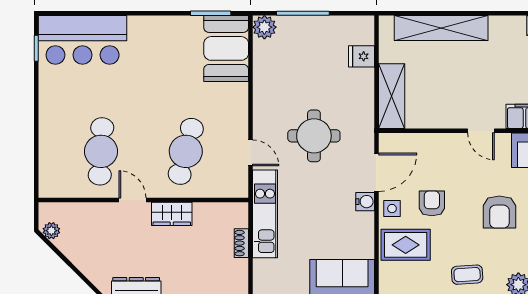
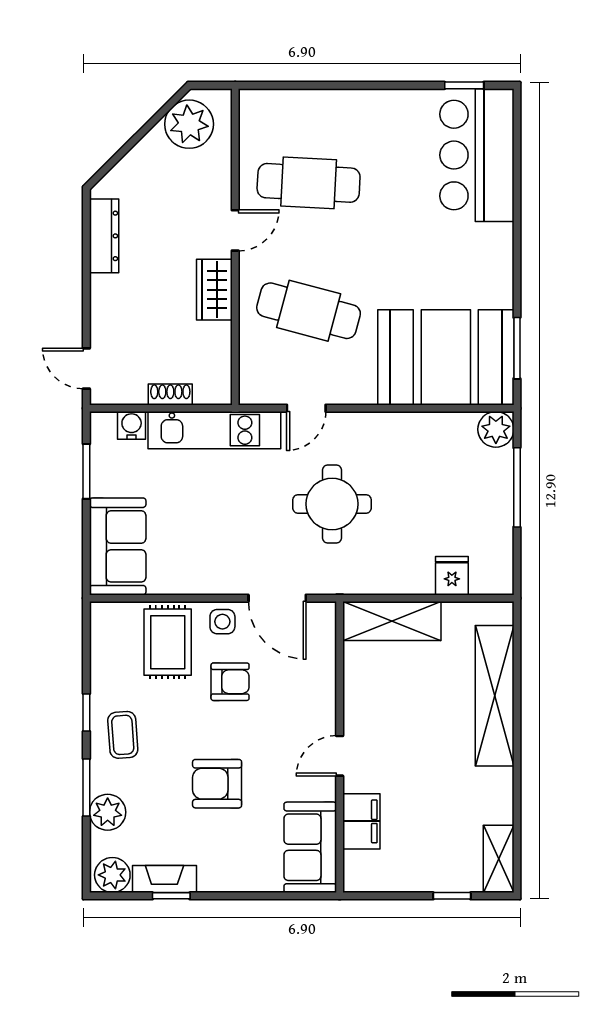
booth: (226, 48) -> (446, 357), width x1.36, depth x1.42
water cooler: (365, 202) -> (132, 425), moved, turned 180
plant: (51, 231) -> (189, 124), width x1.87, depth x1.87

